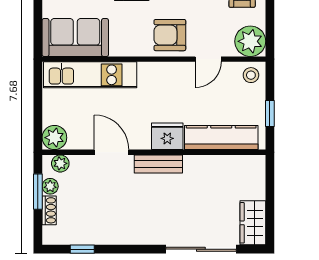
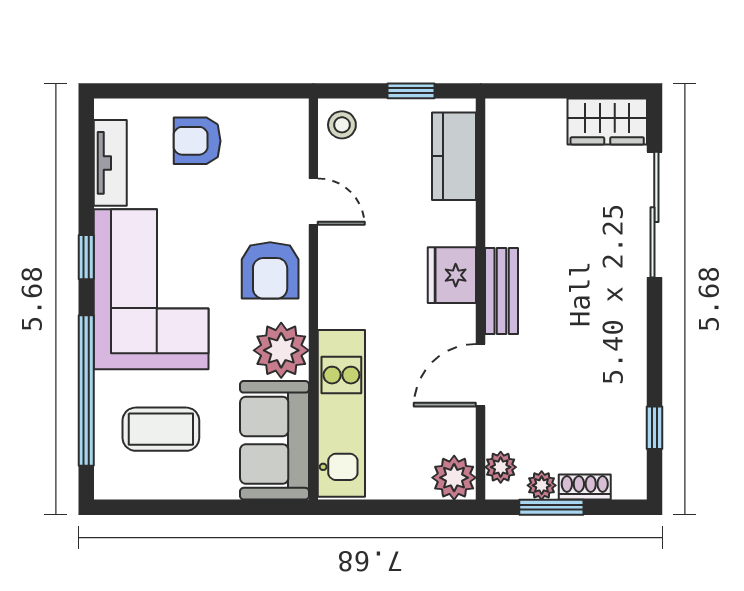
plant: (250, 41) -> (281, 350), moved
kitchen counter: (221, 137) -> (454, 156), width x0.67

